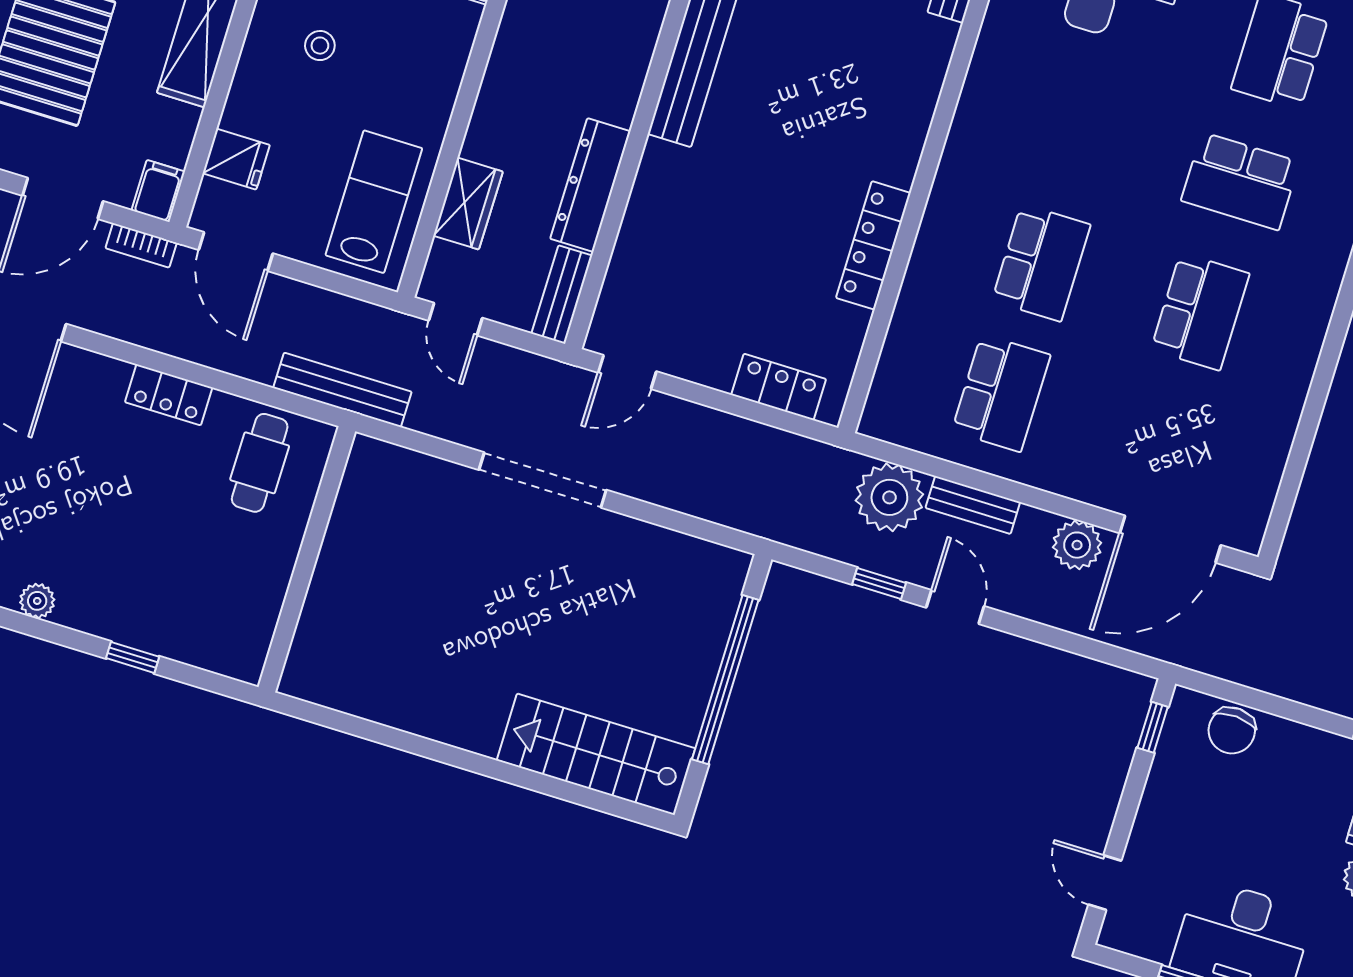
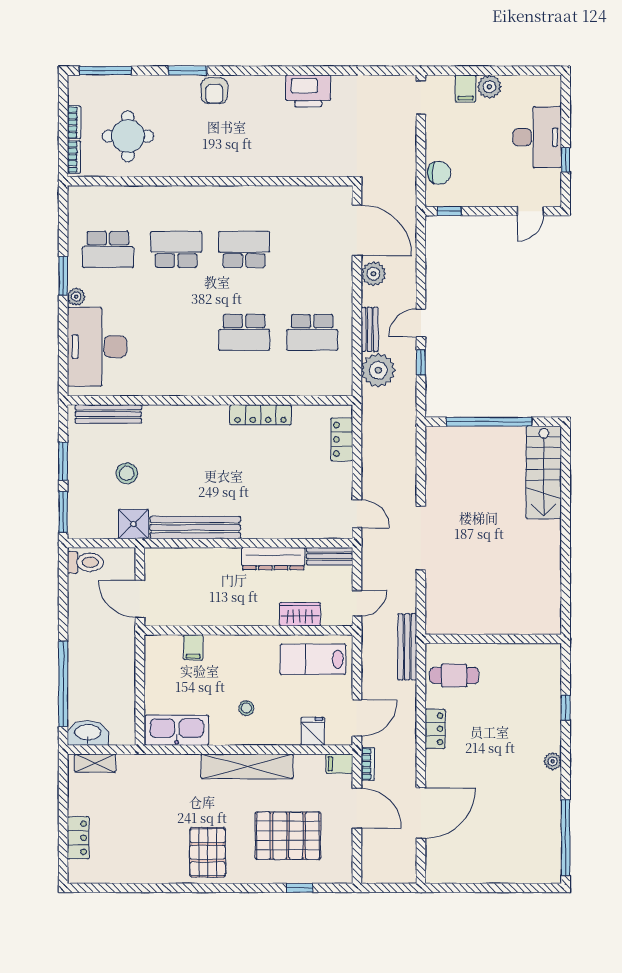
school desk: (1240, 181) -> (176, 249), turned -90
school desk: (1041, 263) -> (244, 332), turned 180
school desk: (1001, 393) -> (312, 332), turned 180

